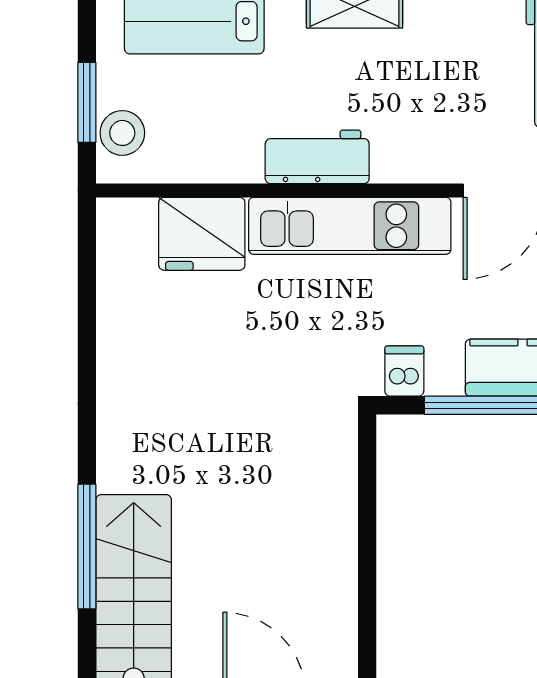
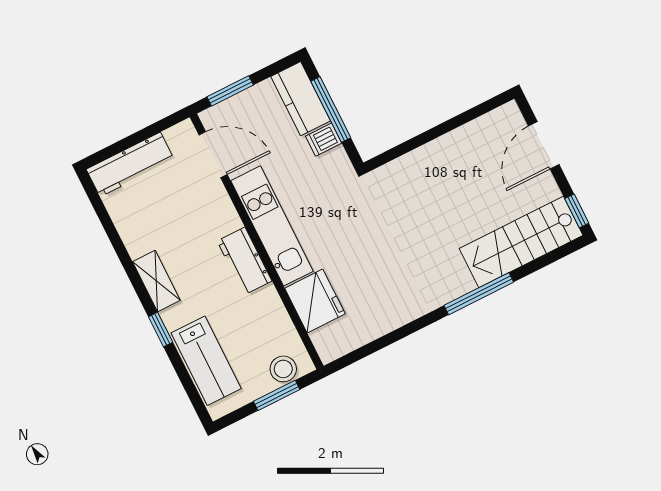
dishwasher: (404, 371) -> (324, 140), moved
window: (87, 546) -> (479, 294), moved

